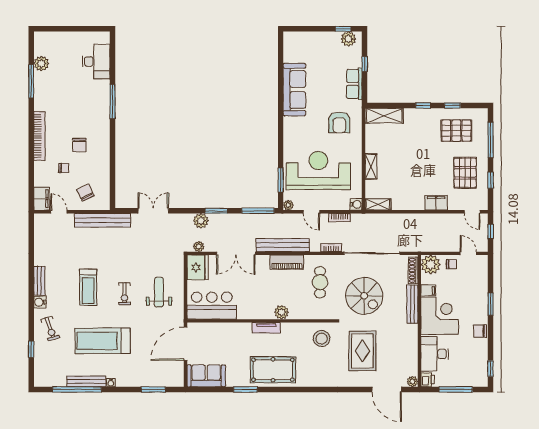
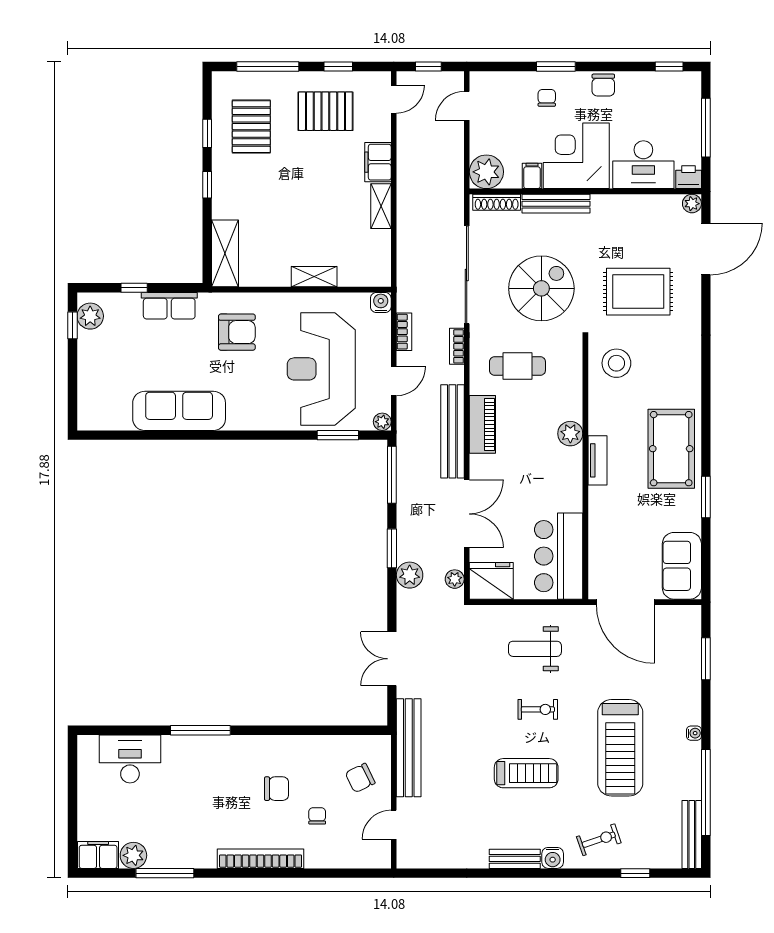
filing cabinet: (42, 199) -> (98, 855), moved
shelving: (378, 204) -> (381, 206), moved
chair: (451, 264) -> (547, 98), moved
bench: (86, 381) -> (692, 834), moved

